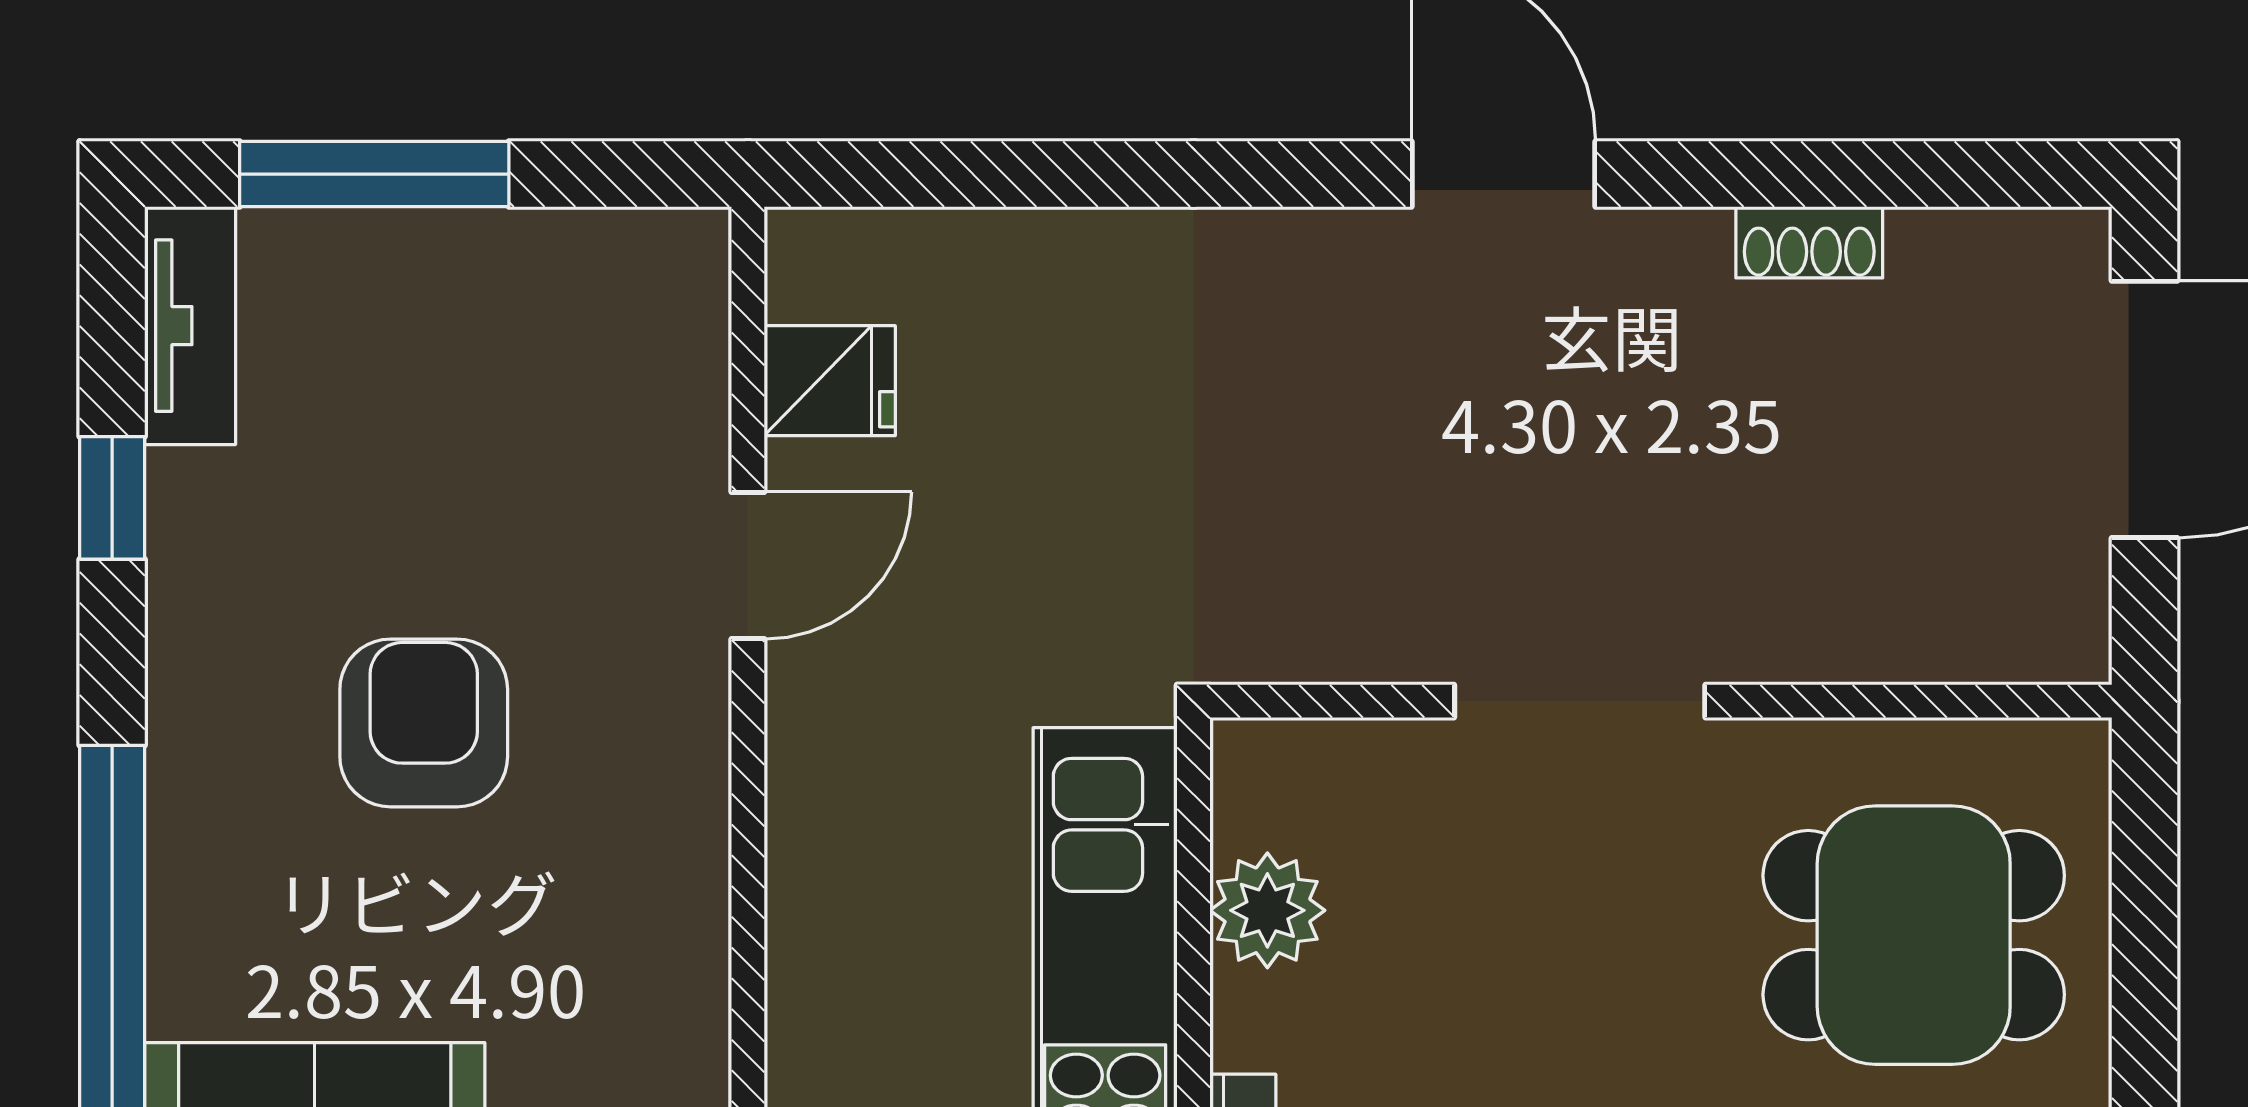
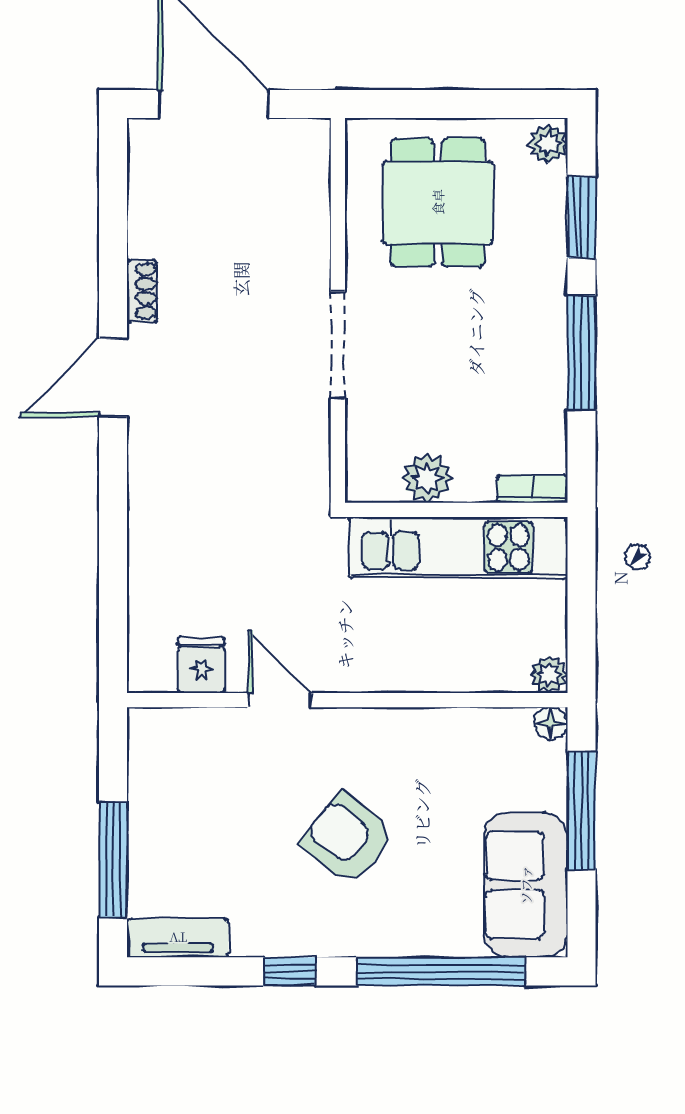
shoe rack: (1809, 242) -> (142, 291), moved
window: (112, 498) -> (290, 971), moved
armchair: (424, 723) -> (347, 838), turned 39

